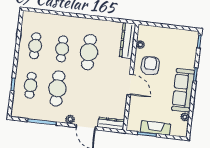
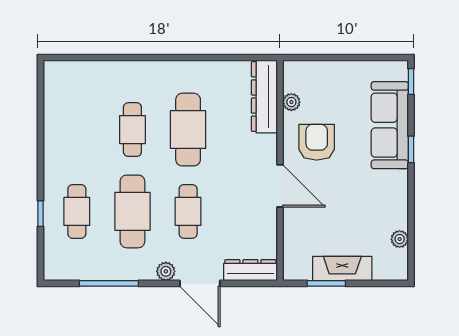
cafe table: (35, 46) -> (188, 211), moved
sofa: (183, 90) -> (390, 125), moved

